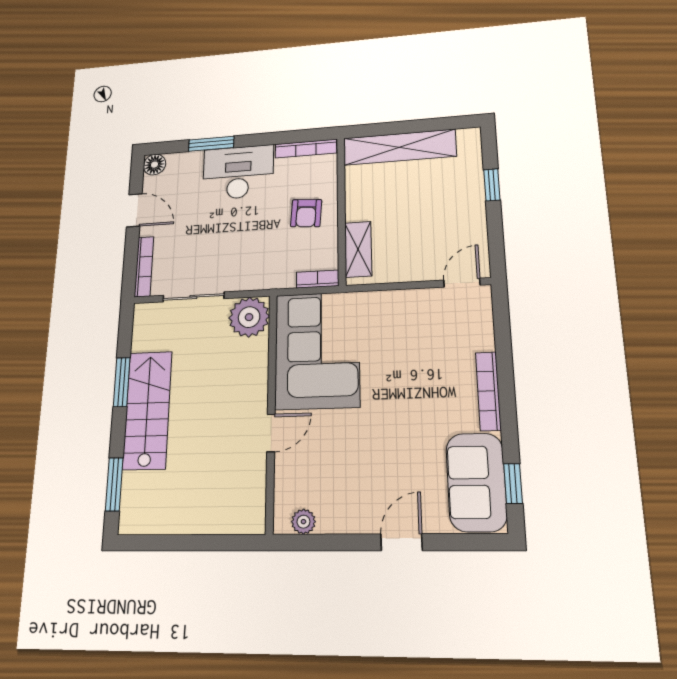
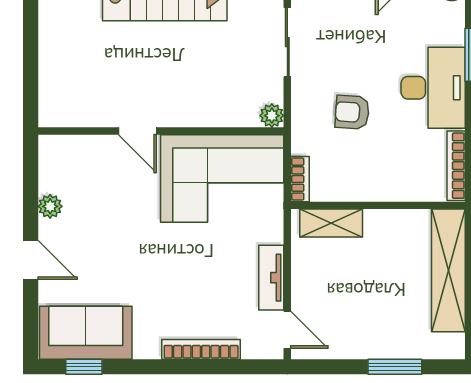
window: (492, 185) -> (395, 367), width x1.50
armchair: (306, 213) -> (352, 112), moved
tv unit: (411, 300) -> (271, 278), added
plant: (249, 317) -> (272, 116), width x0.53, depth x0.53
bookcase: (488, 391) -> (201, 349), moved
plant: (303, 522) -> (50, 206), moved

